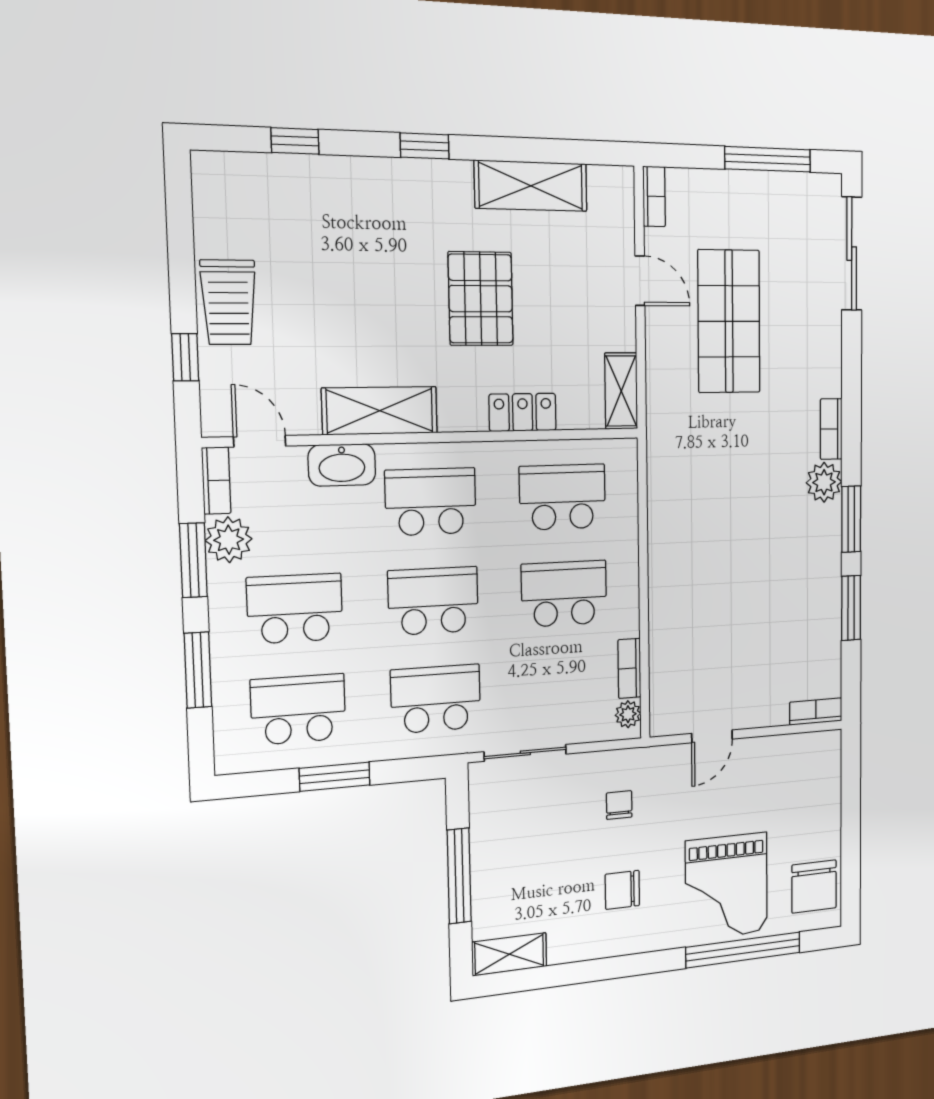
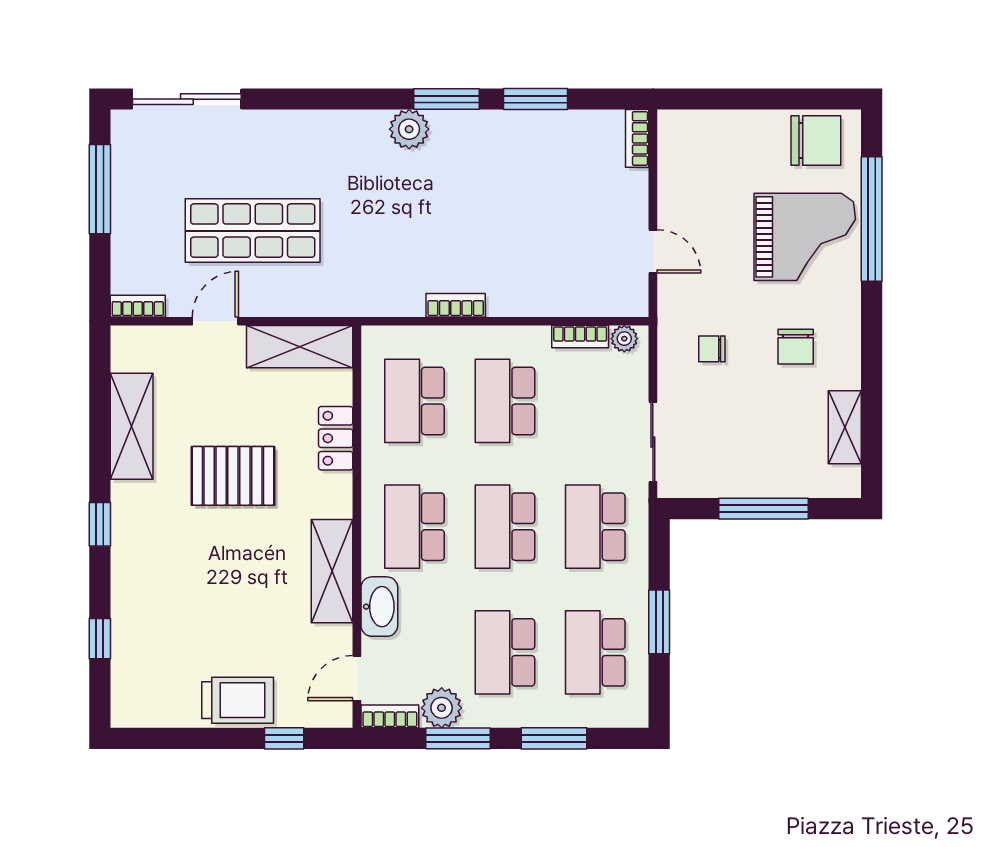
shelving: (621, 391) -> (300, 347), width x1.50, depth x1.33
bookcase: (831, 429) -> (456, 305), moved, turned 180
shelving: (509, 954) -> (845, 427), moved

